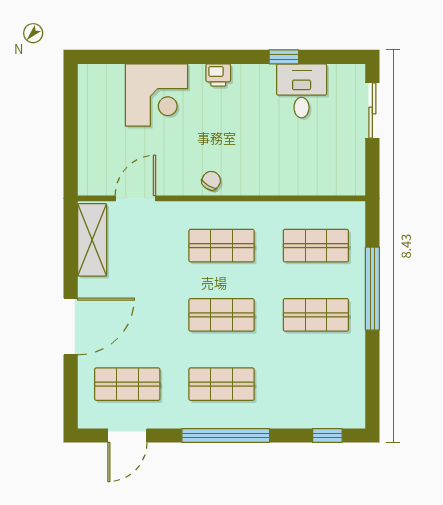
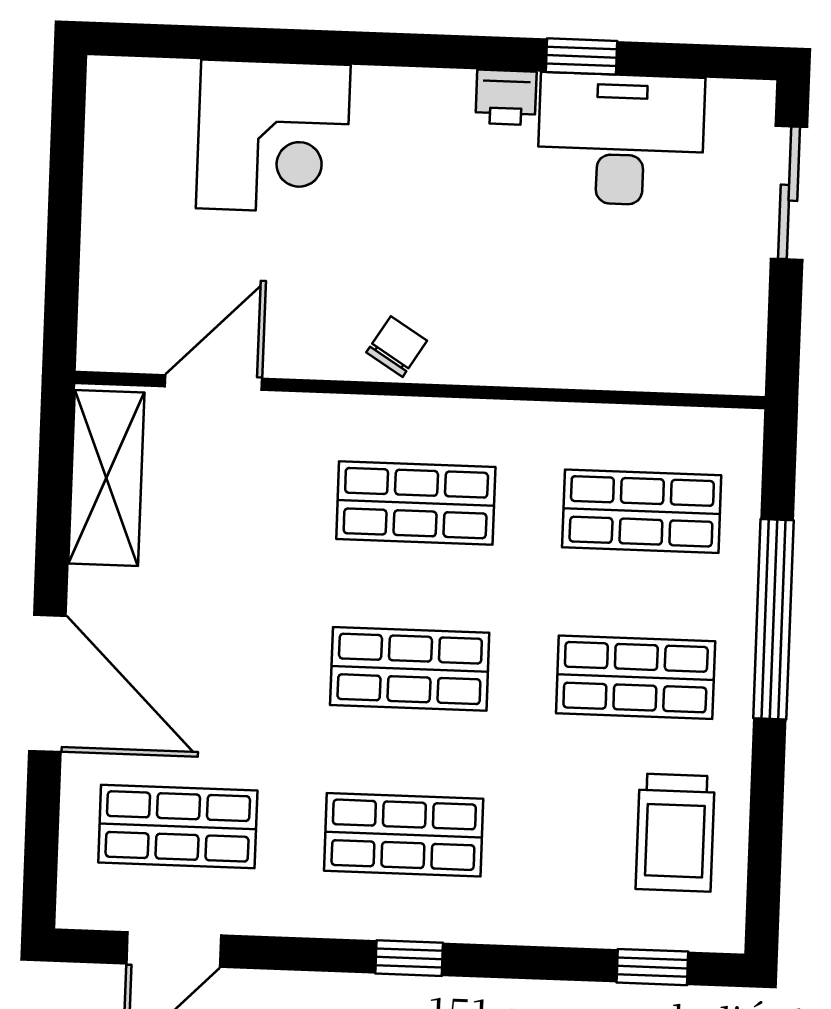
printer: (218, 75) -> (506, 97), moved
desk: (302, 91) -> (621, 139), width x1.37
door: (71, 326) -> (47, 683), hinge flipped
trolley: (335, 379) -> (675, 833), added
window: (226, 436) -> (409, 958), width x0.32

